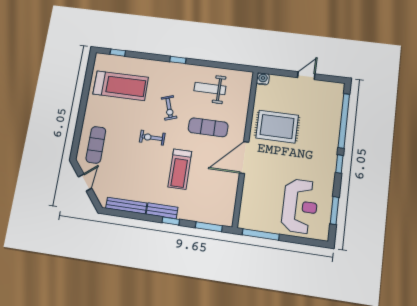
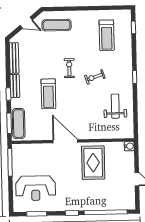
treadmill: (121, 86) -> (107, 35), width x0.73, depth x0.73
exercise mat: (208, 127) -> (19, 124), moved
treadmill: (180, 169) -> (48, 94), turned -90

